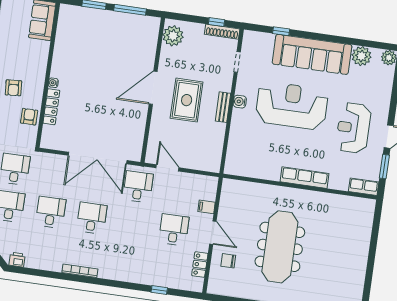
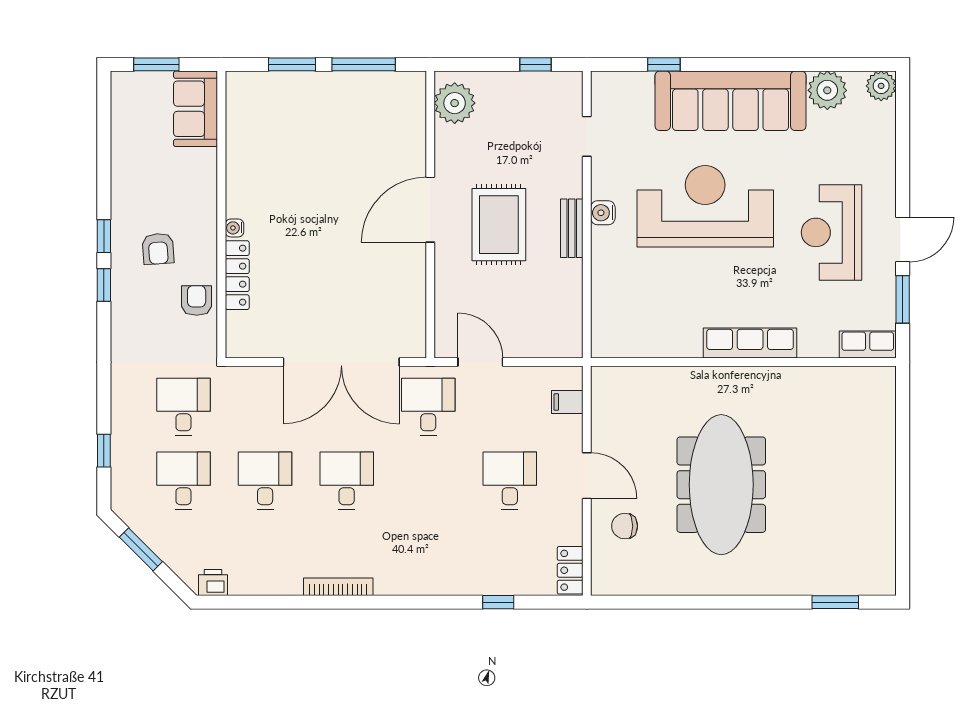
shoe rack: (222, 32) -> (549, 81), removed
filing cabinet: (207, 207) -> (567, 402), moved
locker: (200, 265) -> (570, 570), moved

